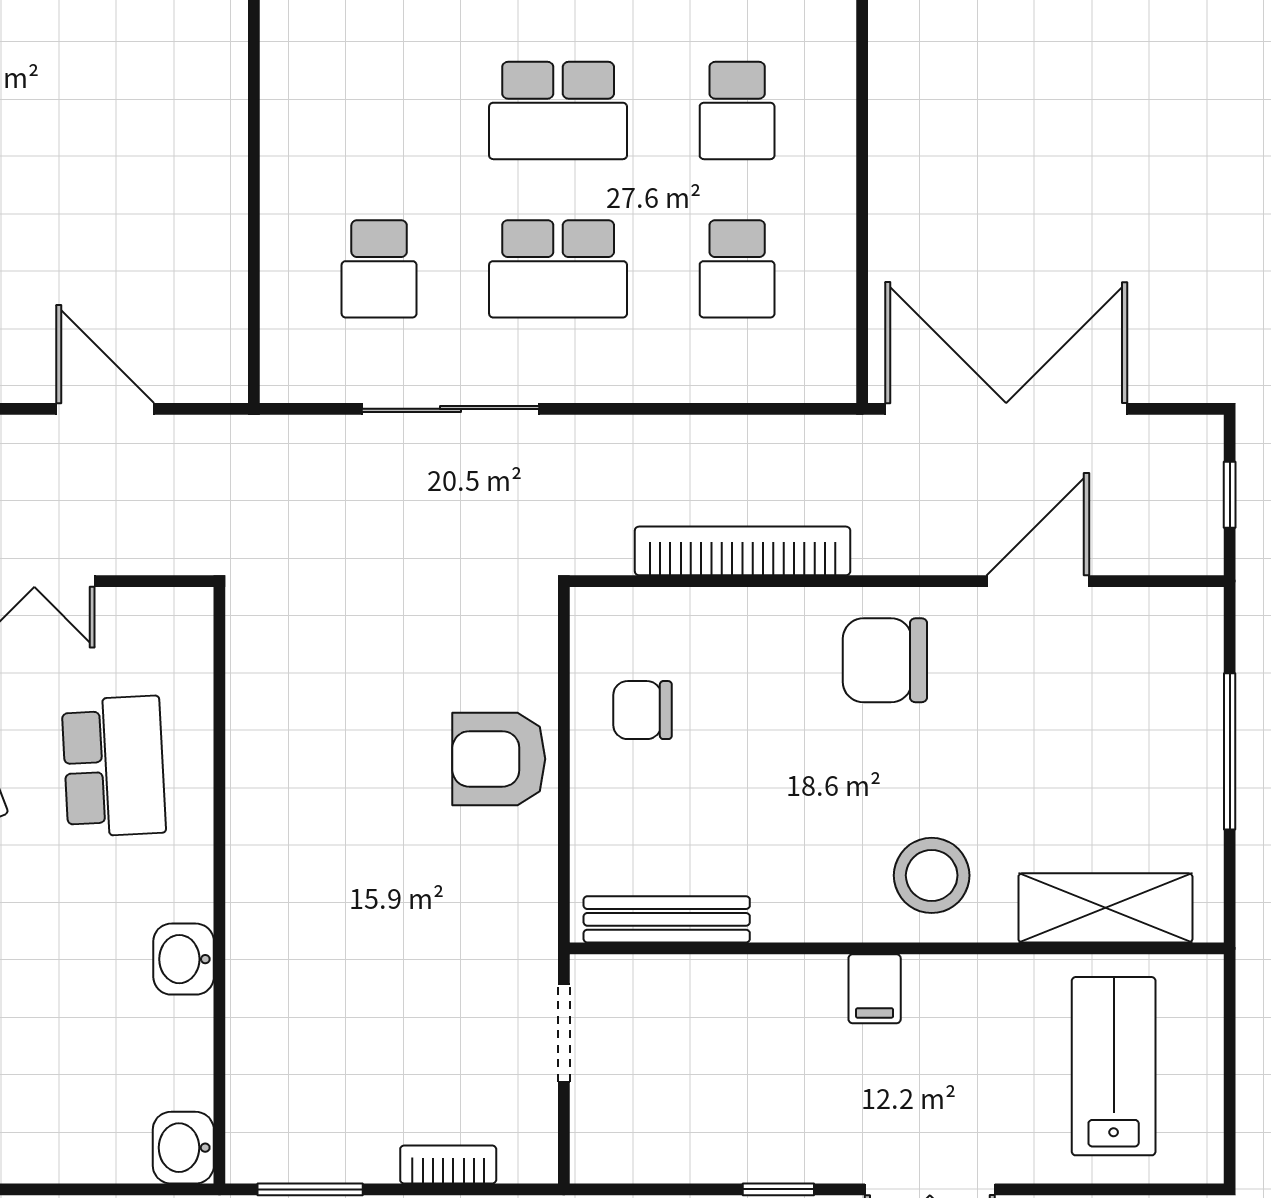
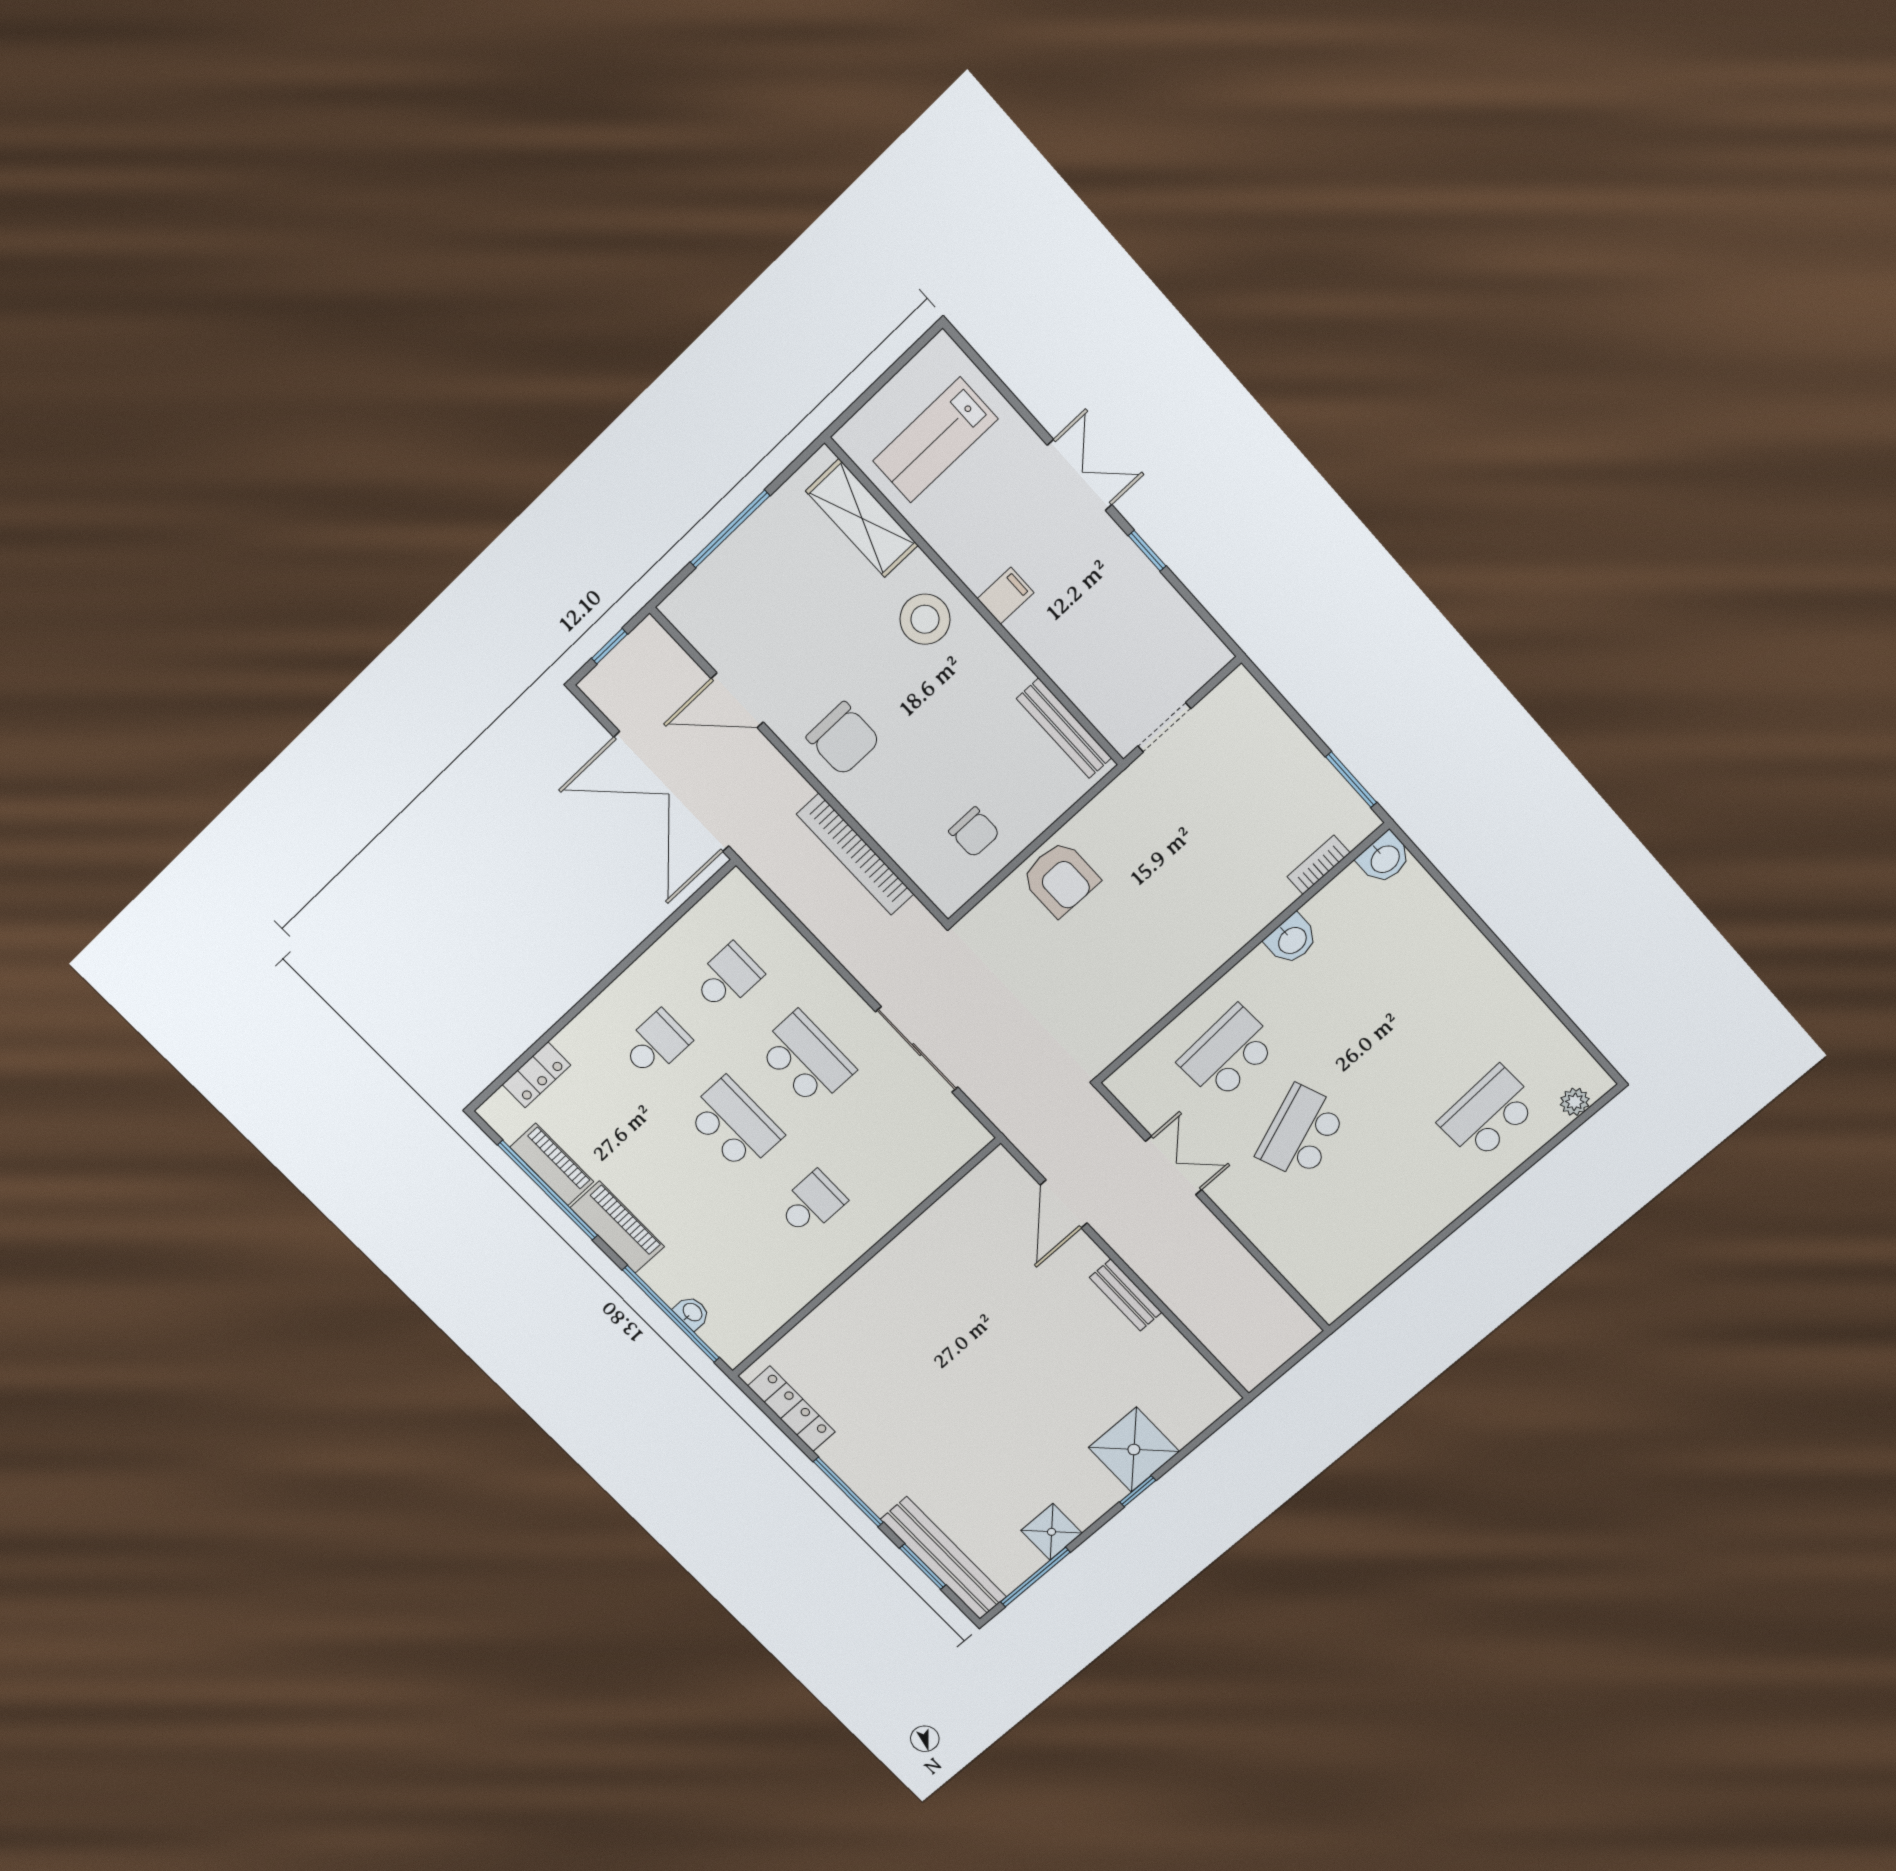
school desk: (379, 269) -> (811, 1204), moved
bookcase: (448, 1164) -> (1319, 865), moved, turned 90

